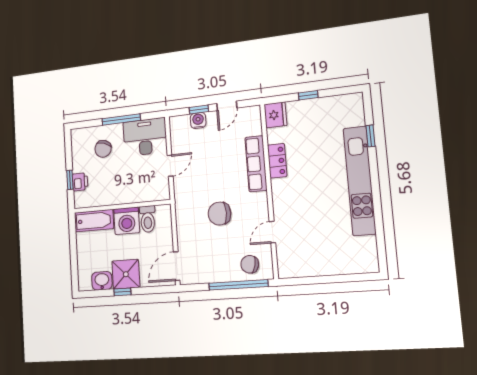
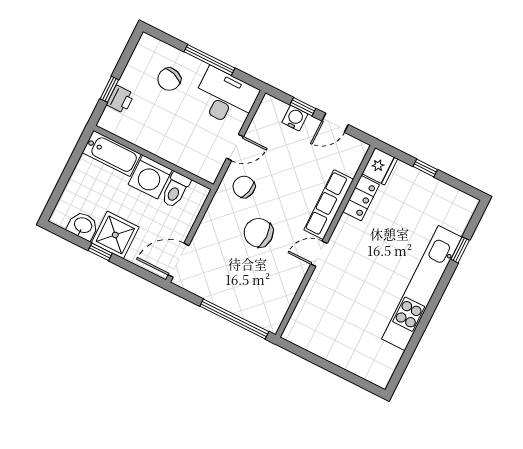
locker: (277, 161) -> (361, 198), moved
door: (272, 232) -> (319, 254), moved
chair: (250, 264) -> (244, 187), moved

